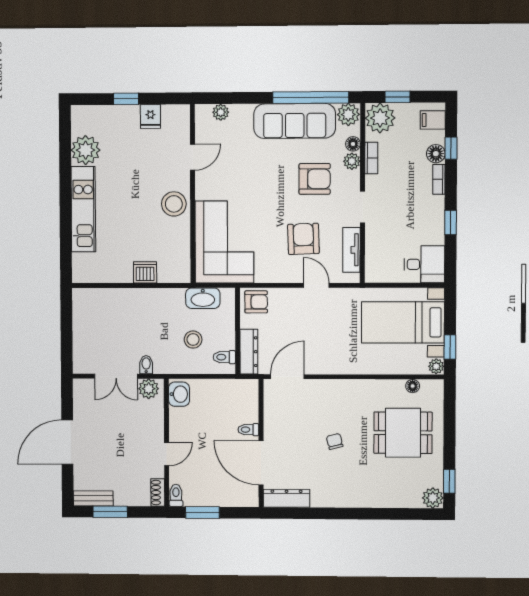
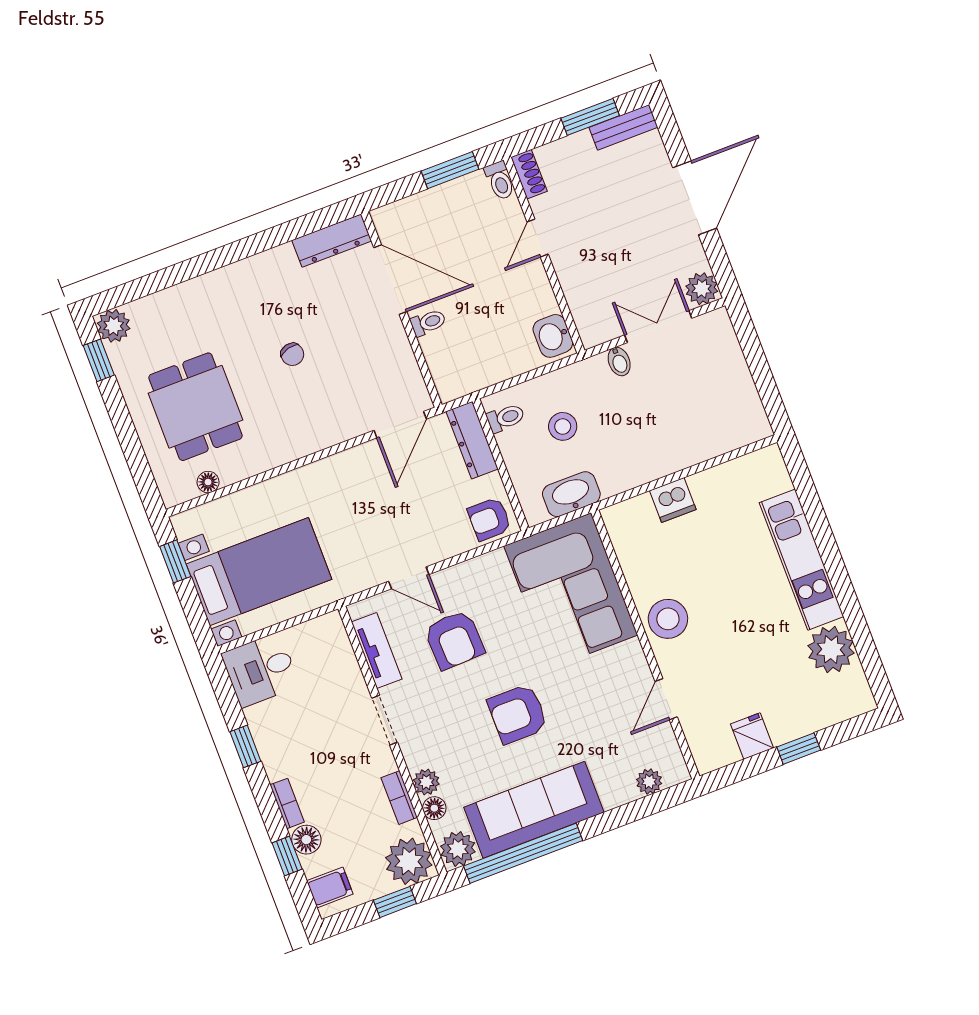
armchair: (315, 179) -> (518, 714), moved
plant: (436, 366) -> (184, 525), removed
plant: (149, 389) -> (702, 289), moved
dining table: (403, 433) -> (196, 407), turned 90

